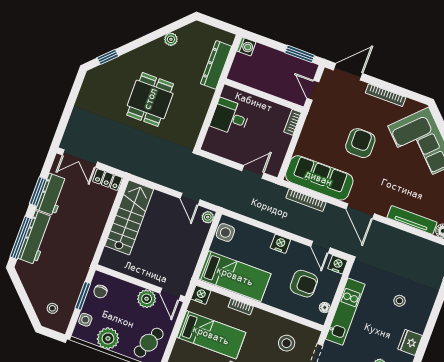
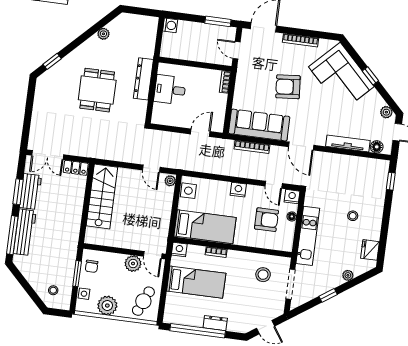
dresser: (216, 65) -> (143, 79), moved
armchair: (360, 143) -> (288, 87), turned -95
floor lamp: (325, 308) -> (292, 216), moved

